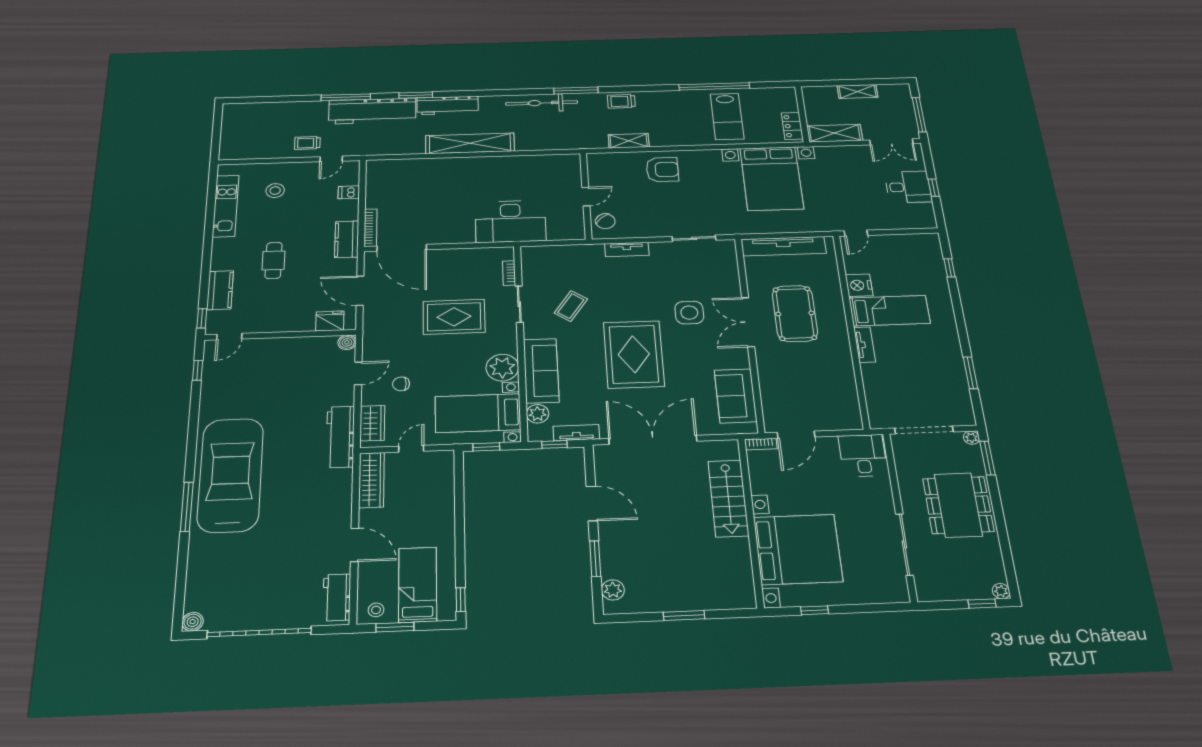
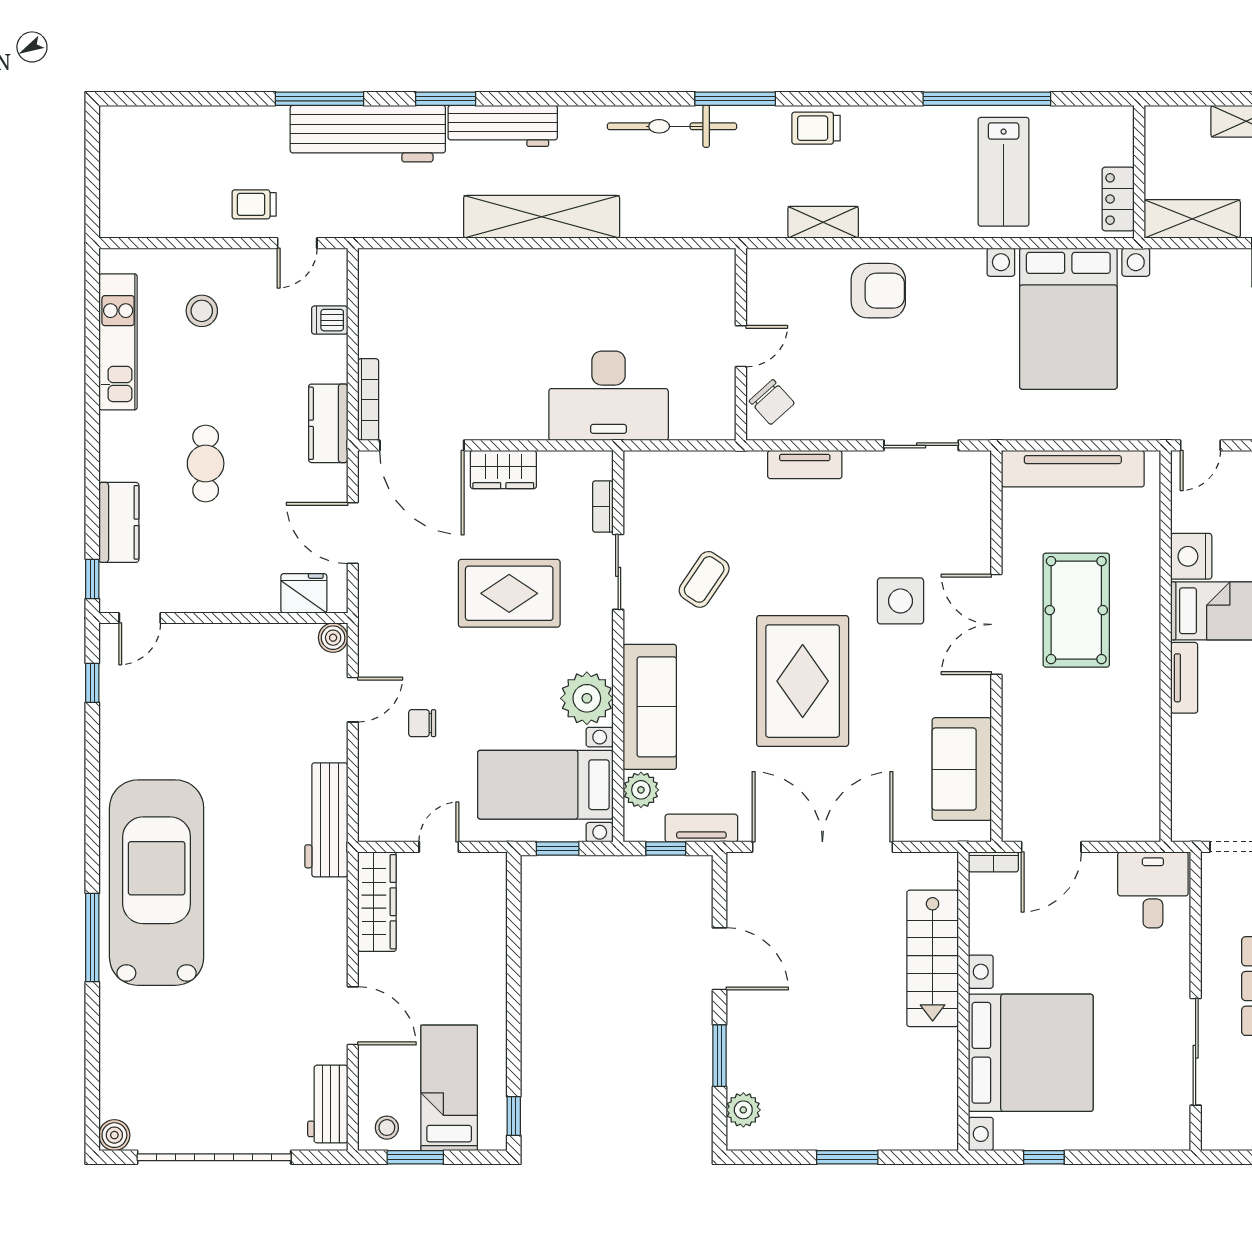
wardrobe: (372, 423) -> (503, 470), moved, turned 90

